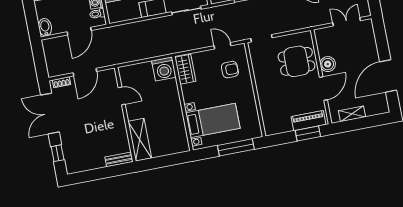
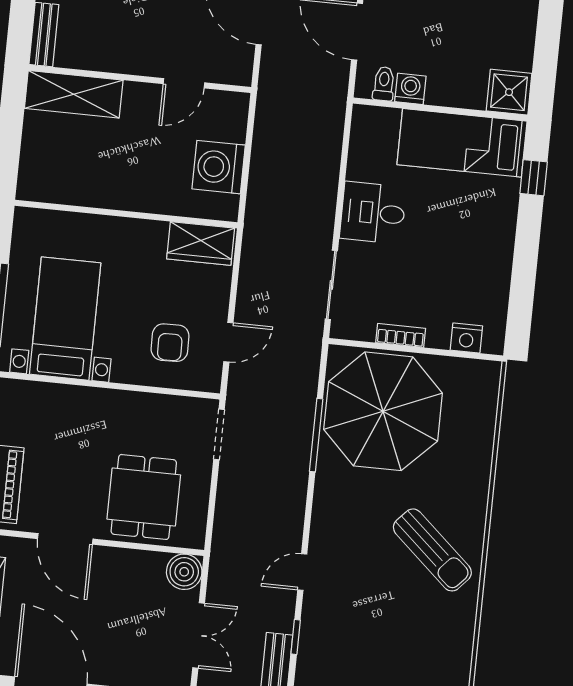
boiler: (328, 64) -> (184, 572), moved
washing machine: (164, 69) -> (219, 167), moved
bed with nightstands: (213, 121) -> (65, 319), moved, turned 180

